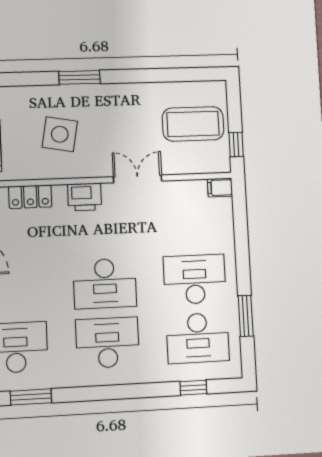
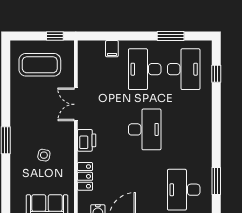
coffee table: (193, 124) -> (40, 65), turned 90
side table: (60, 134) -> (44, 155), width x0.54, depth x0.54
filing cabinet: (220, 188) -> (112, 49), moved
desk: (107, 343) -> (184, 129), removed

